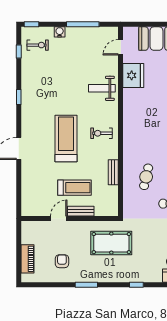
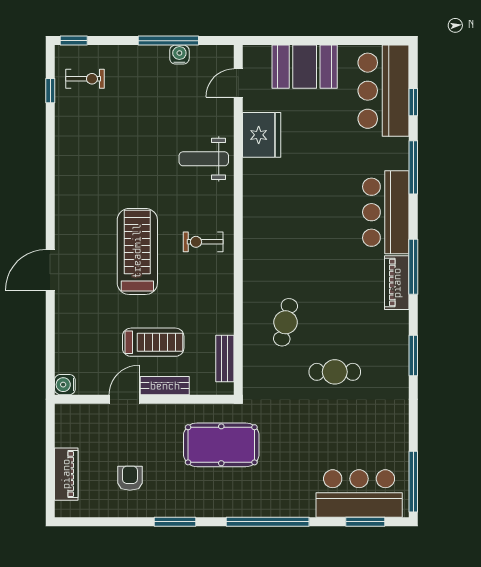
water cooler: (60, 32) -> (179, 55), moved
window: (19, 97) -> (50, 175), removed
bench: (113, 172) -> (225, 359), moved
water cooler: (27, 211) -> (65, 385), added
window: (136, 285) -> (268, 522), width x3.17

